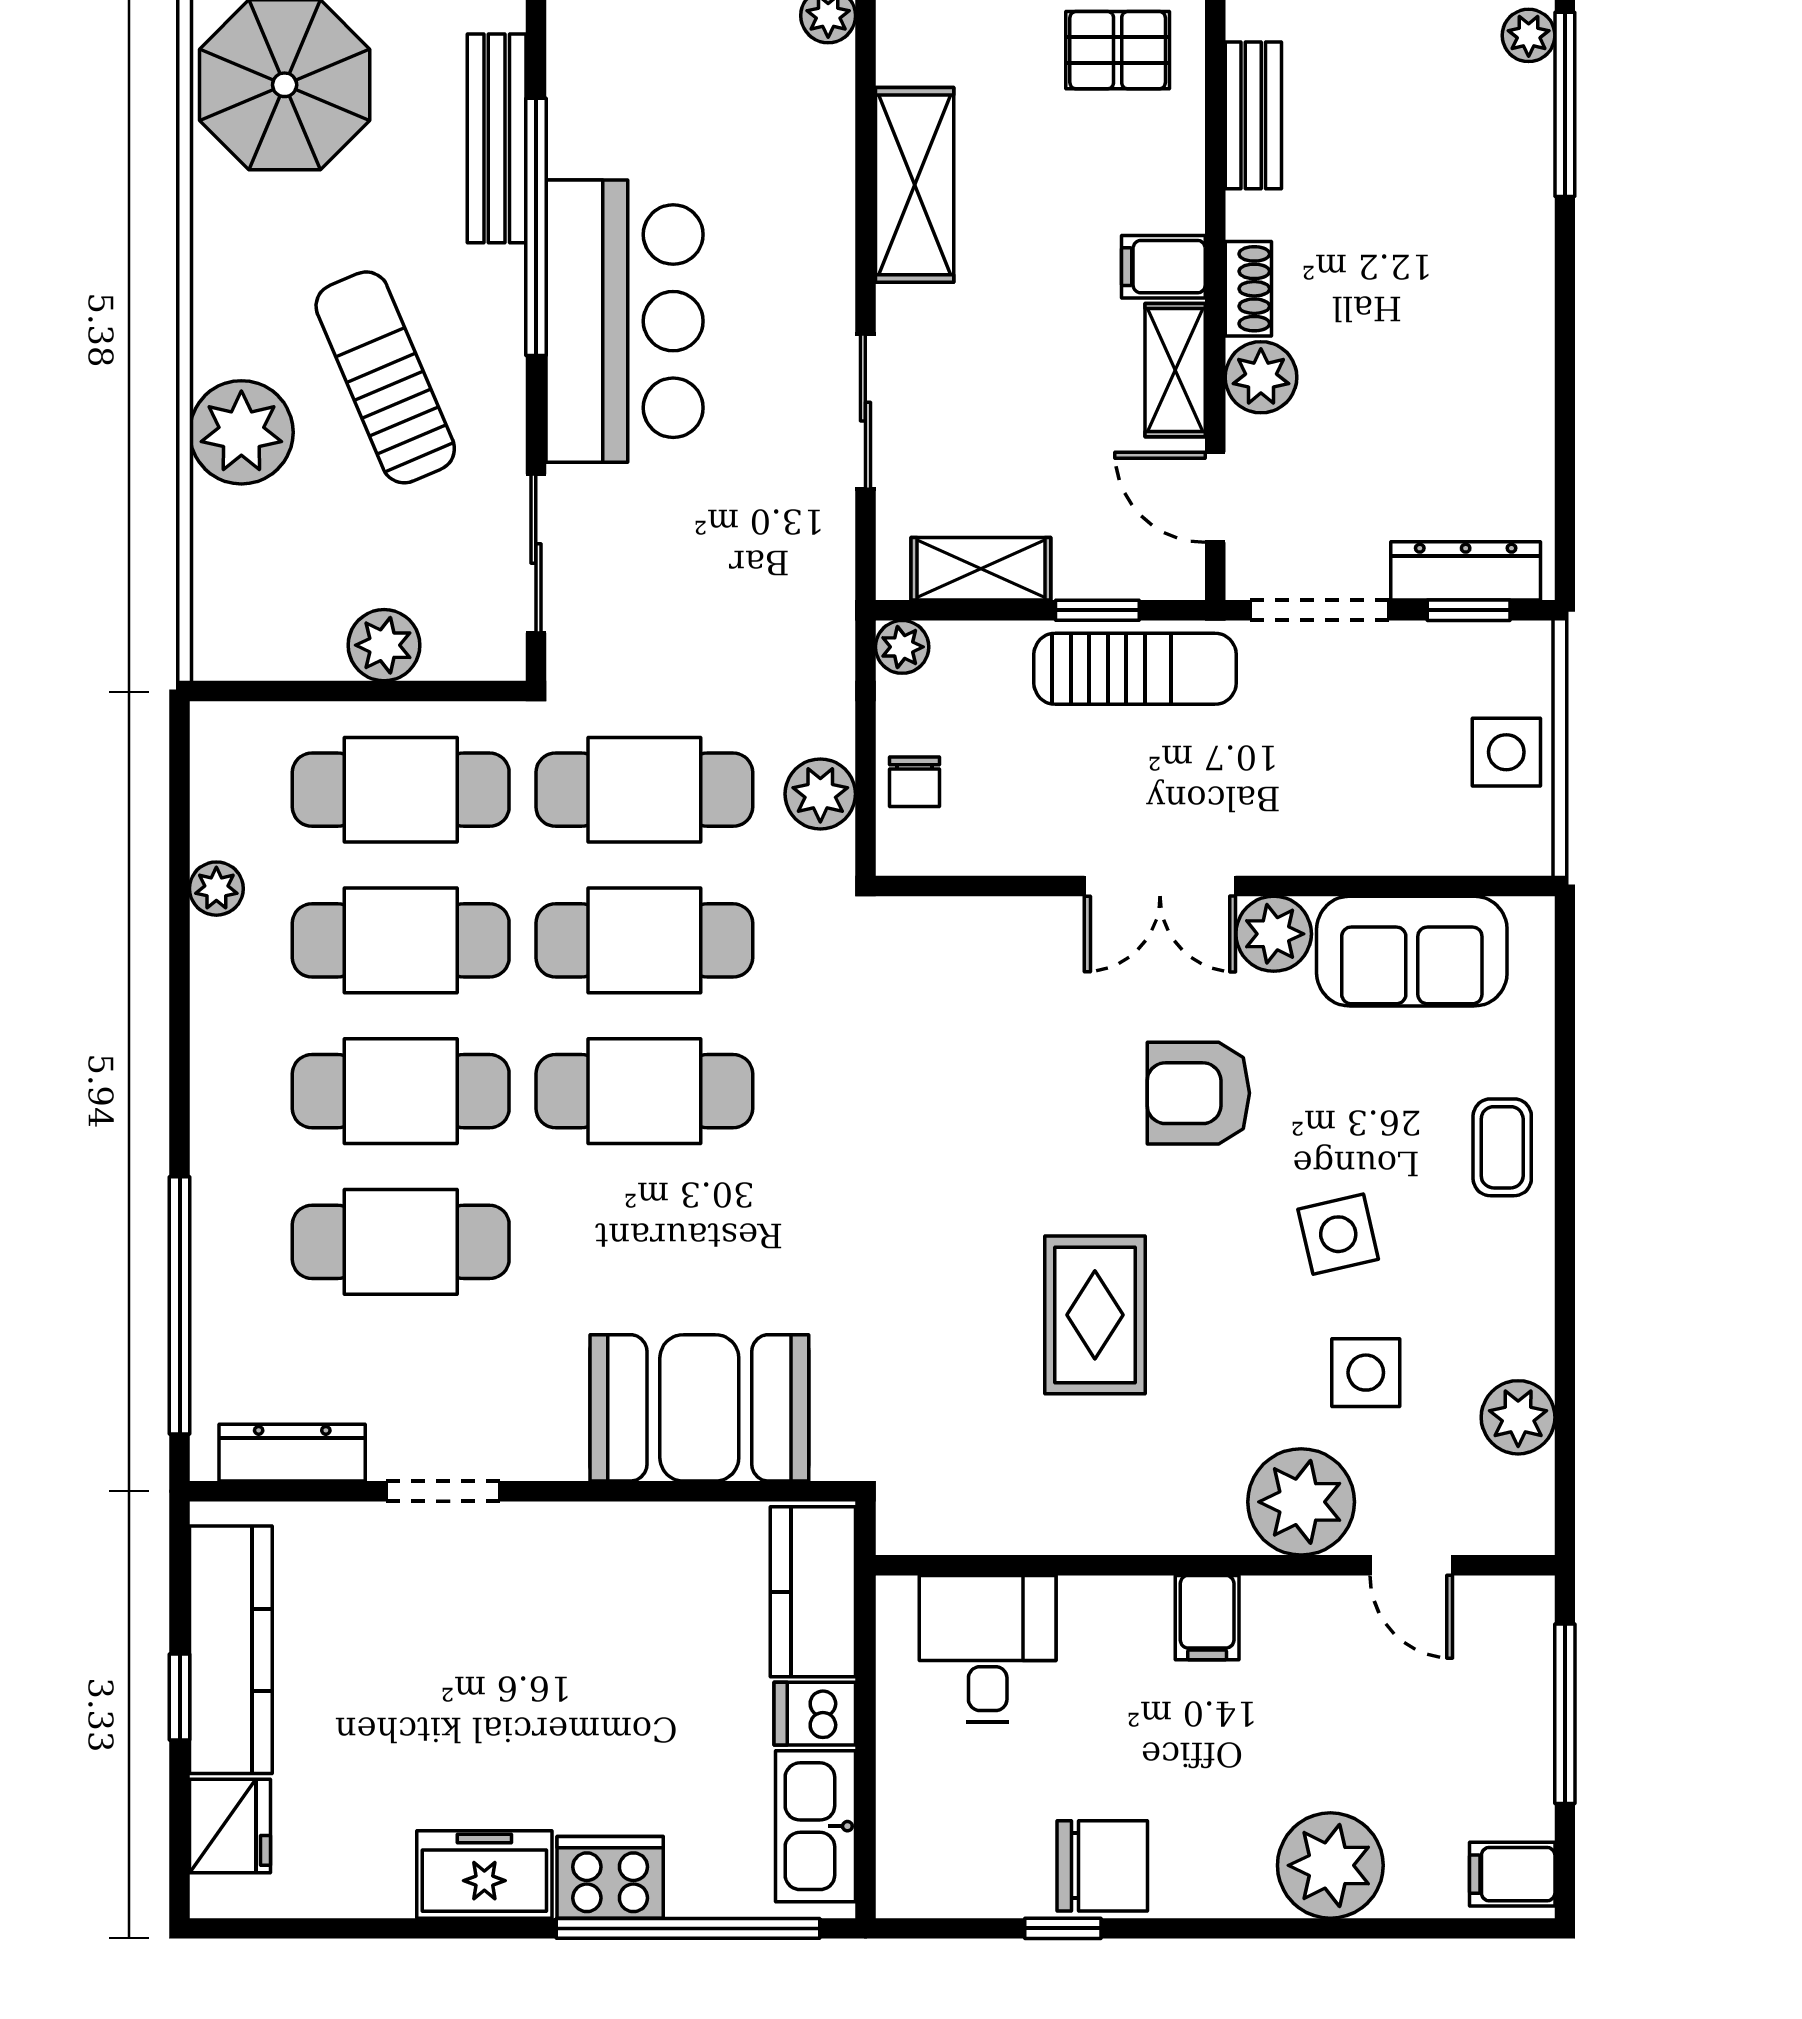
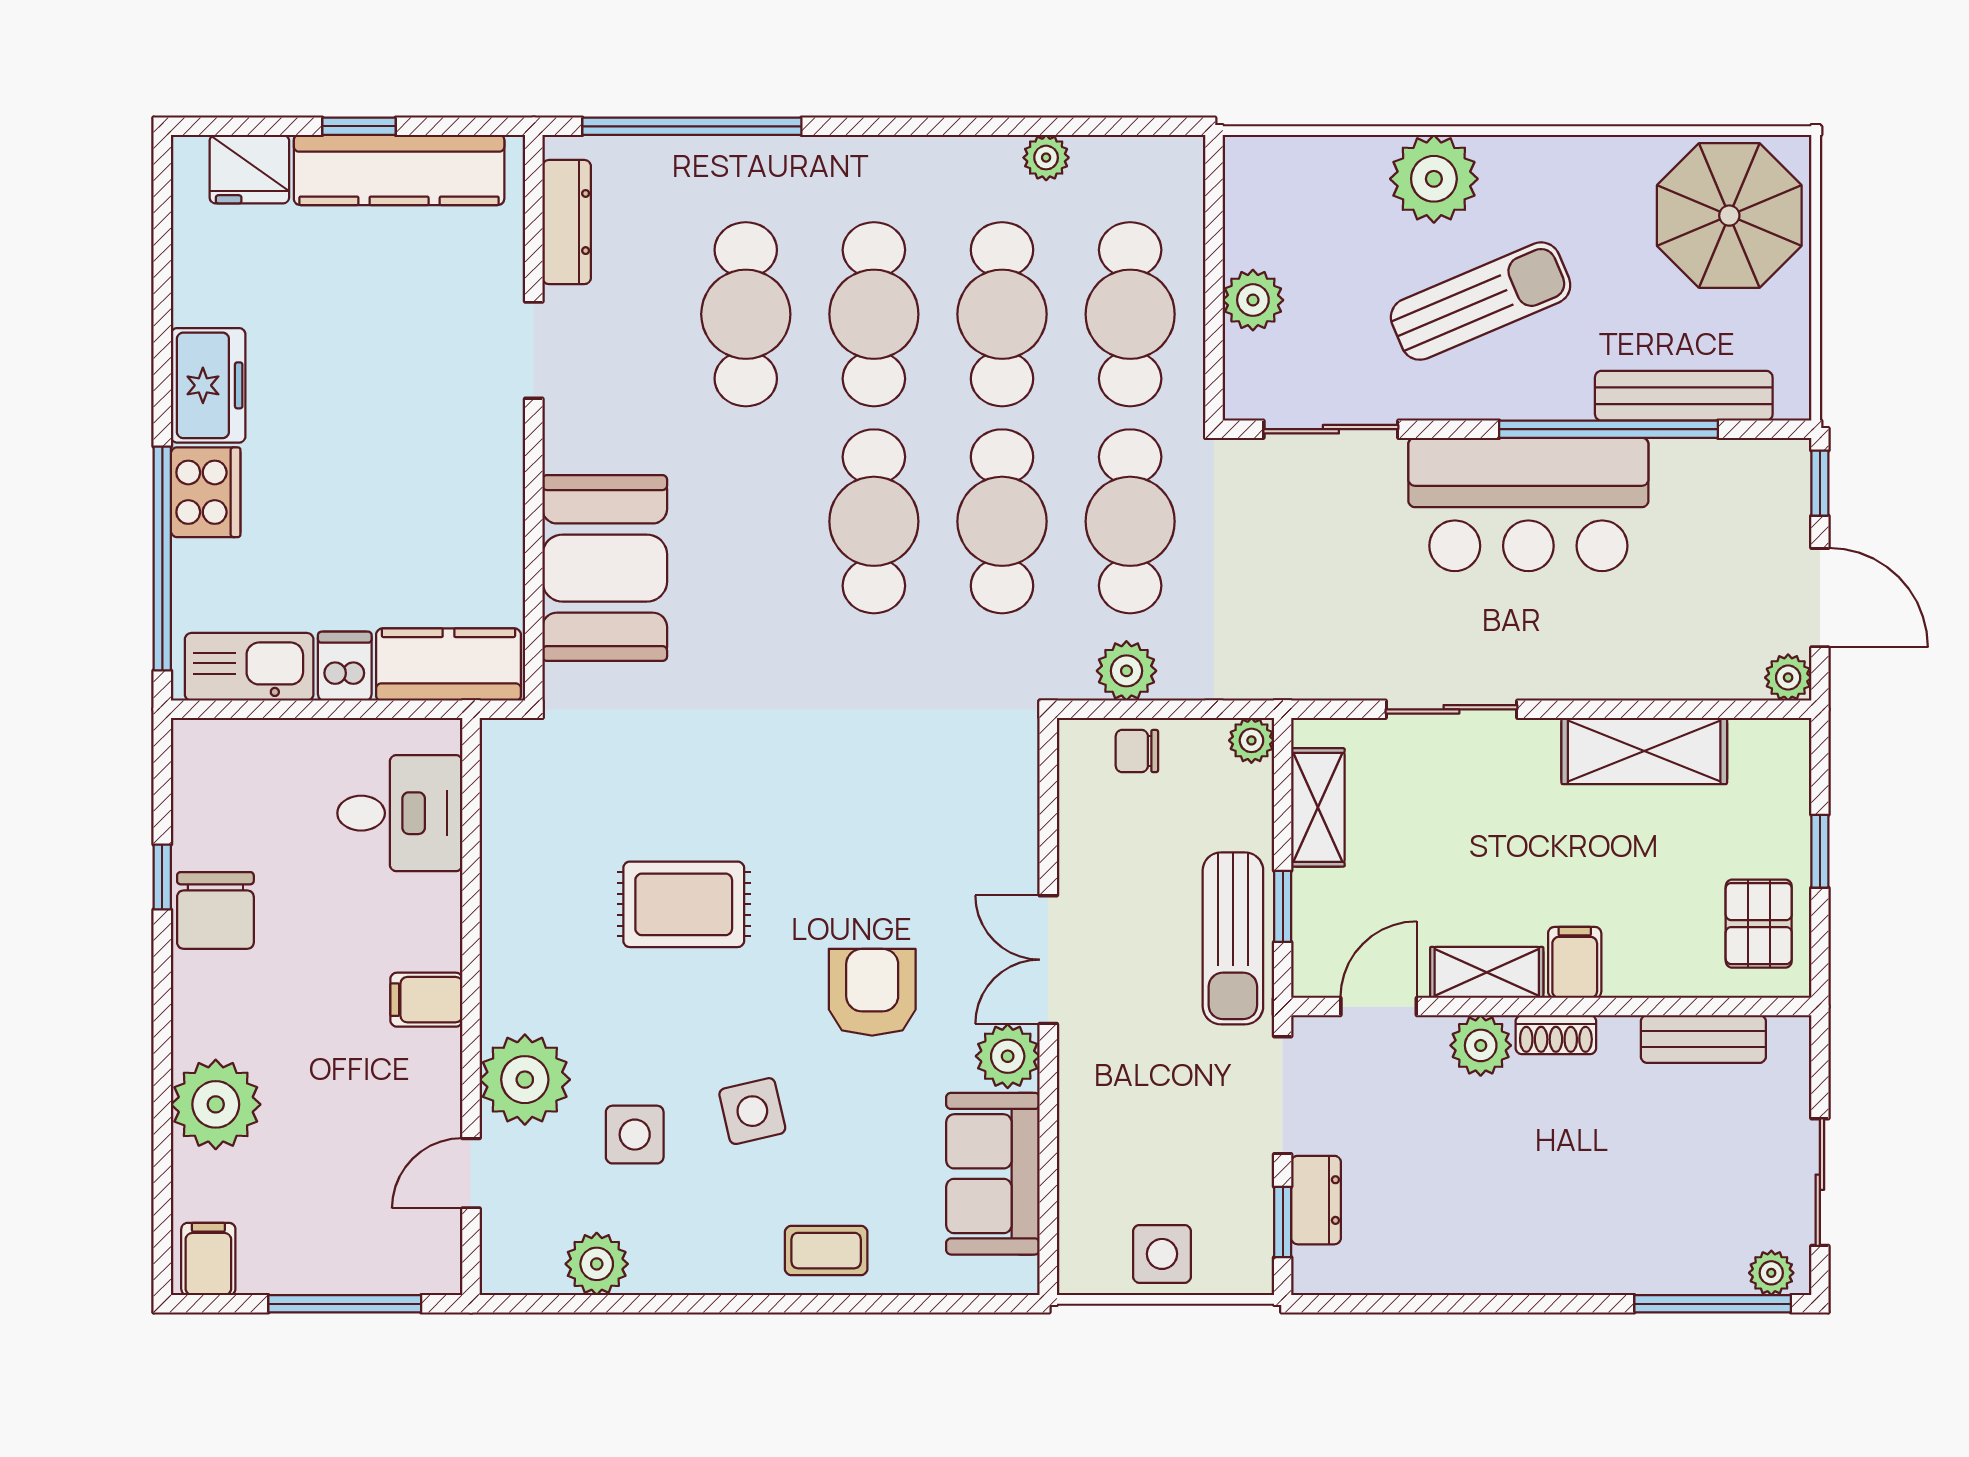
dresser: (1466, 571) -> (1316, 1200), width x0.70

